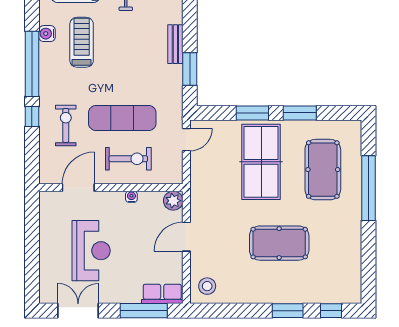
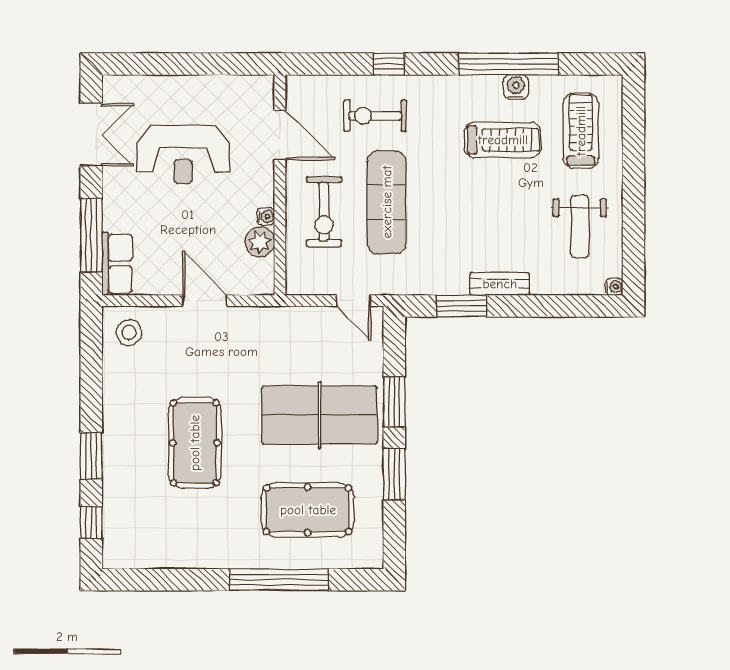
window: (32, 64) -> (508, 64), moved
exercise bike: (66, 125) -> (375, 116), turned 180
plant: (173, 201) -> (260, 242), moved

